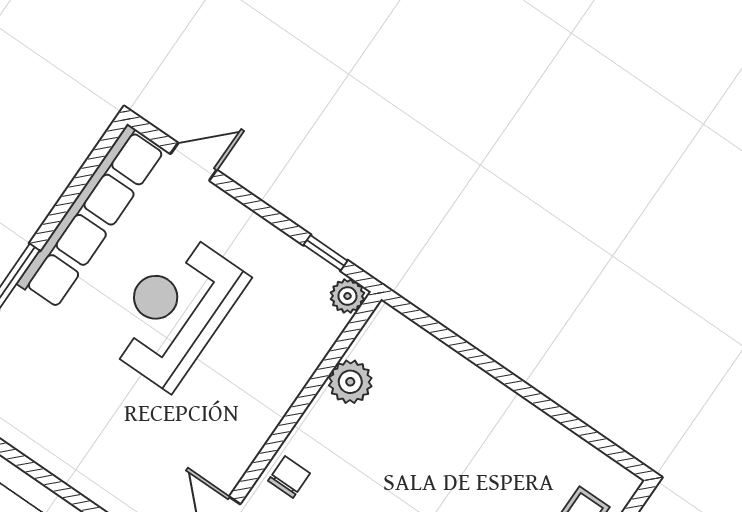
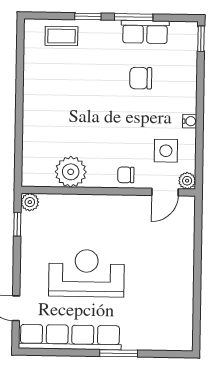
reception desk: (175, 311) -> (86, 273), turned 180
plant: (350, 382) -> (71, 172), width x1.36, depth x1.36

